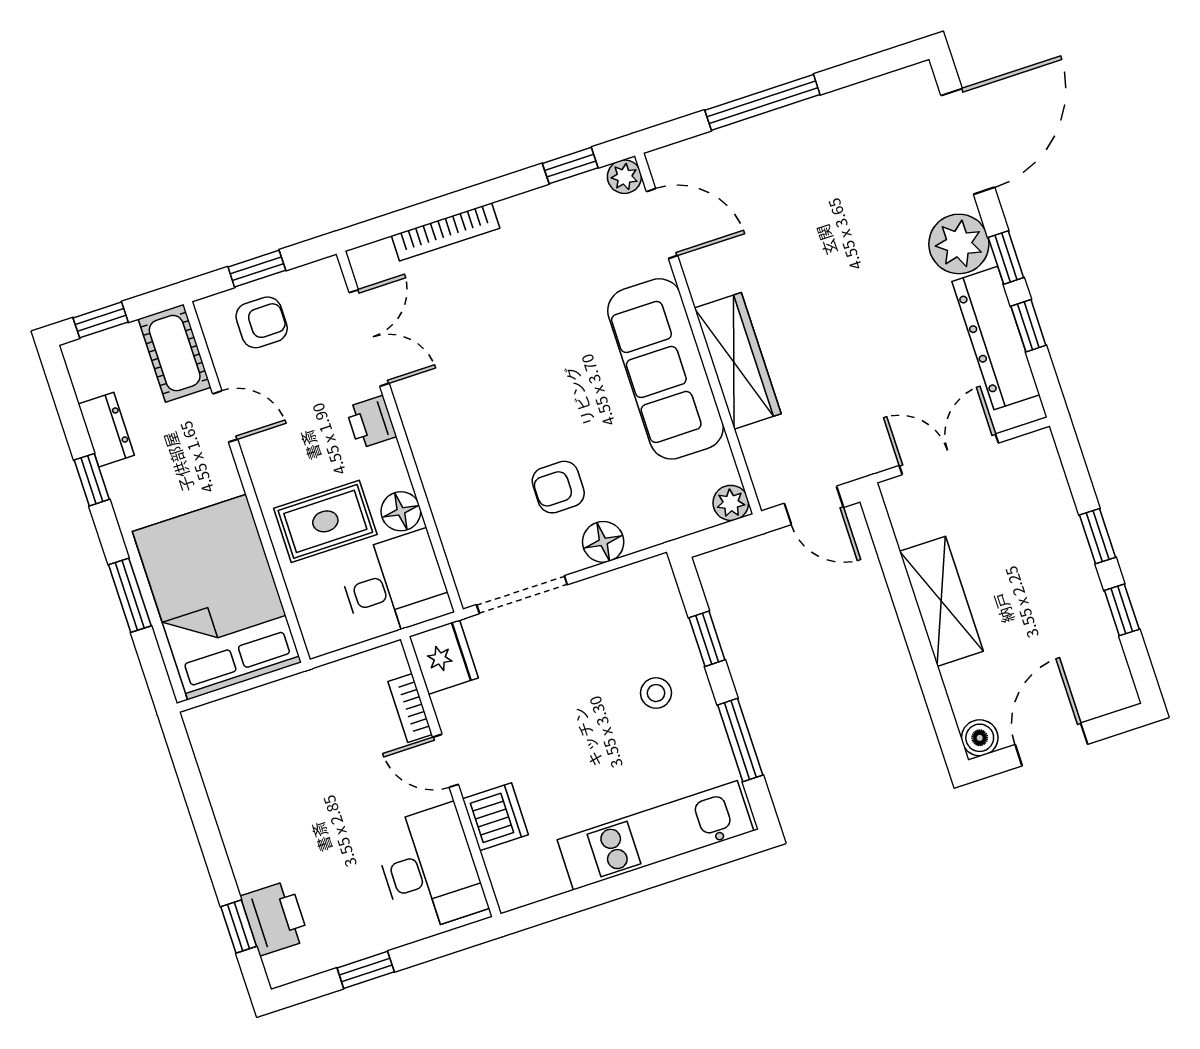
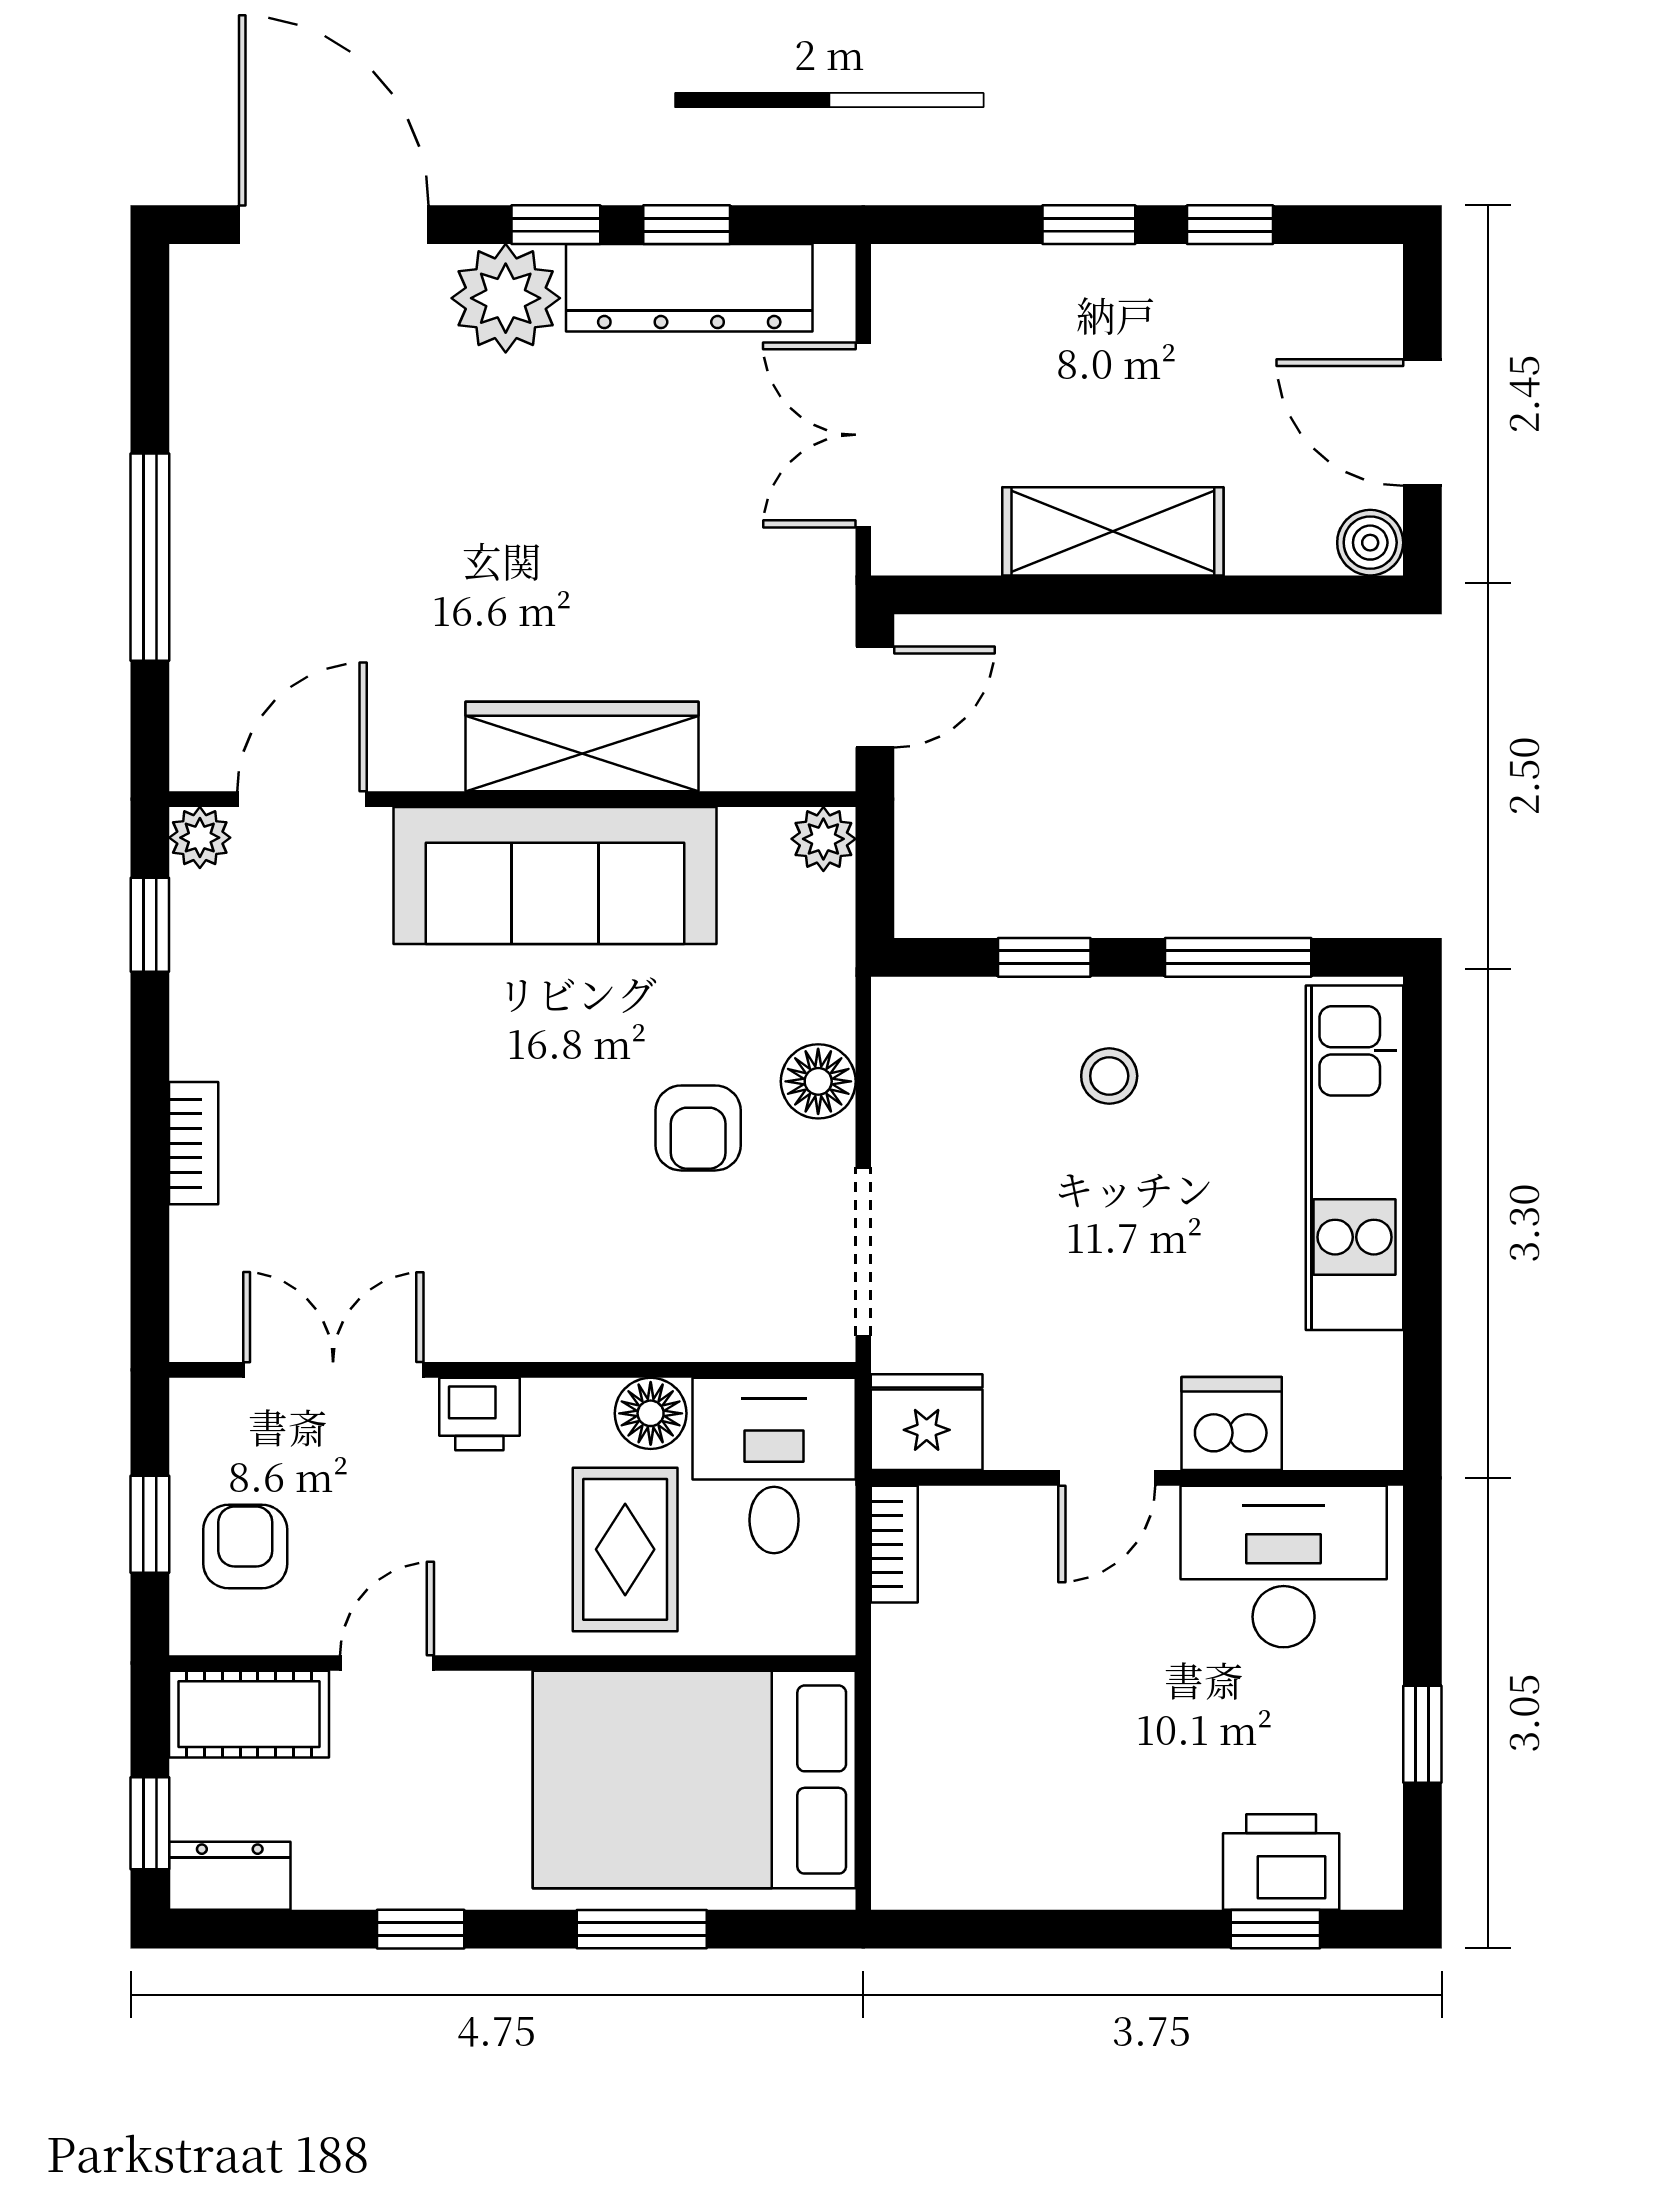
bookcase: (446, 232) -> (194, 1143), width x0.64
dresser: (106, 430) -> (230, 1876), moved
bookcase: (410, 708) -> (894, 1544), moved, turned -90

